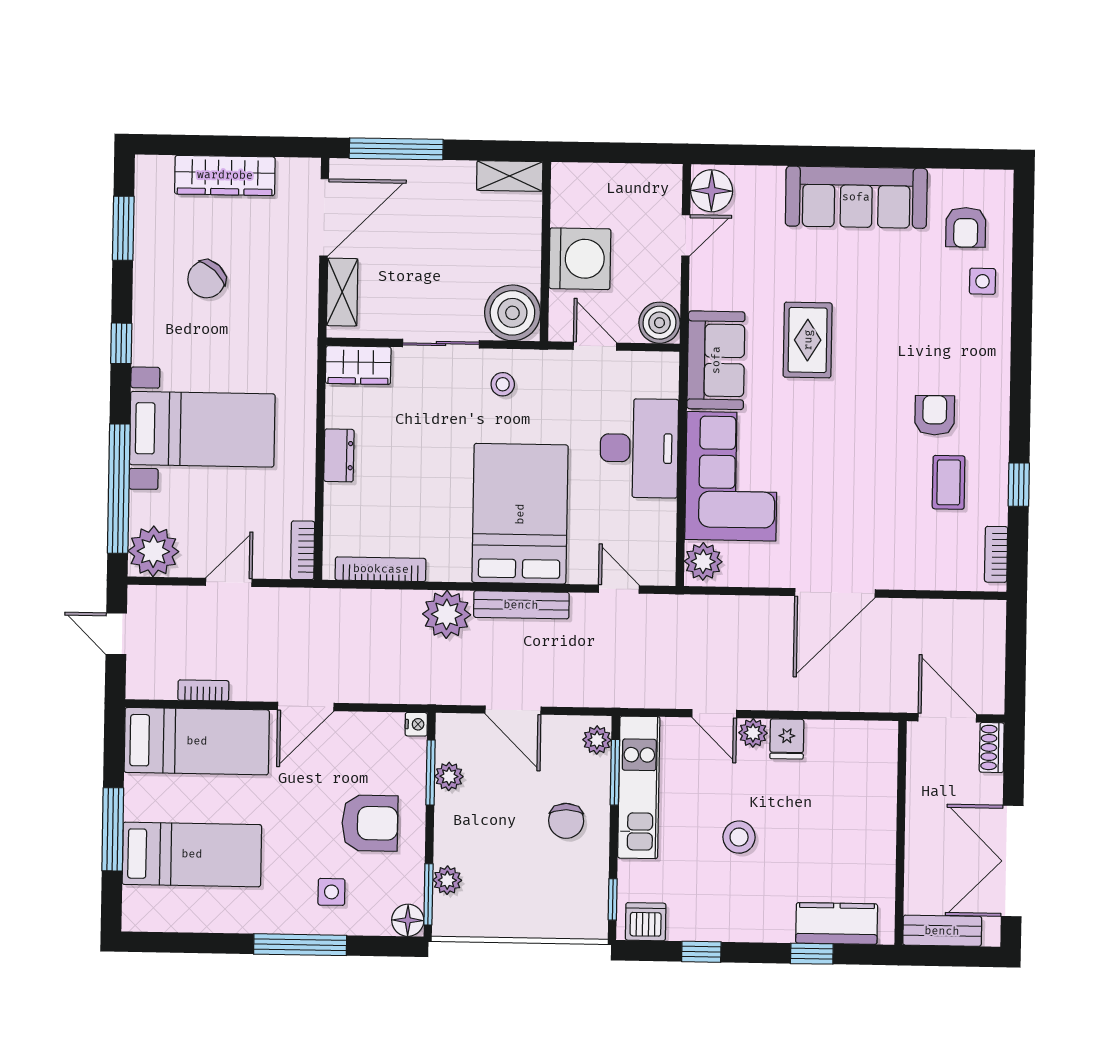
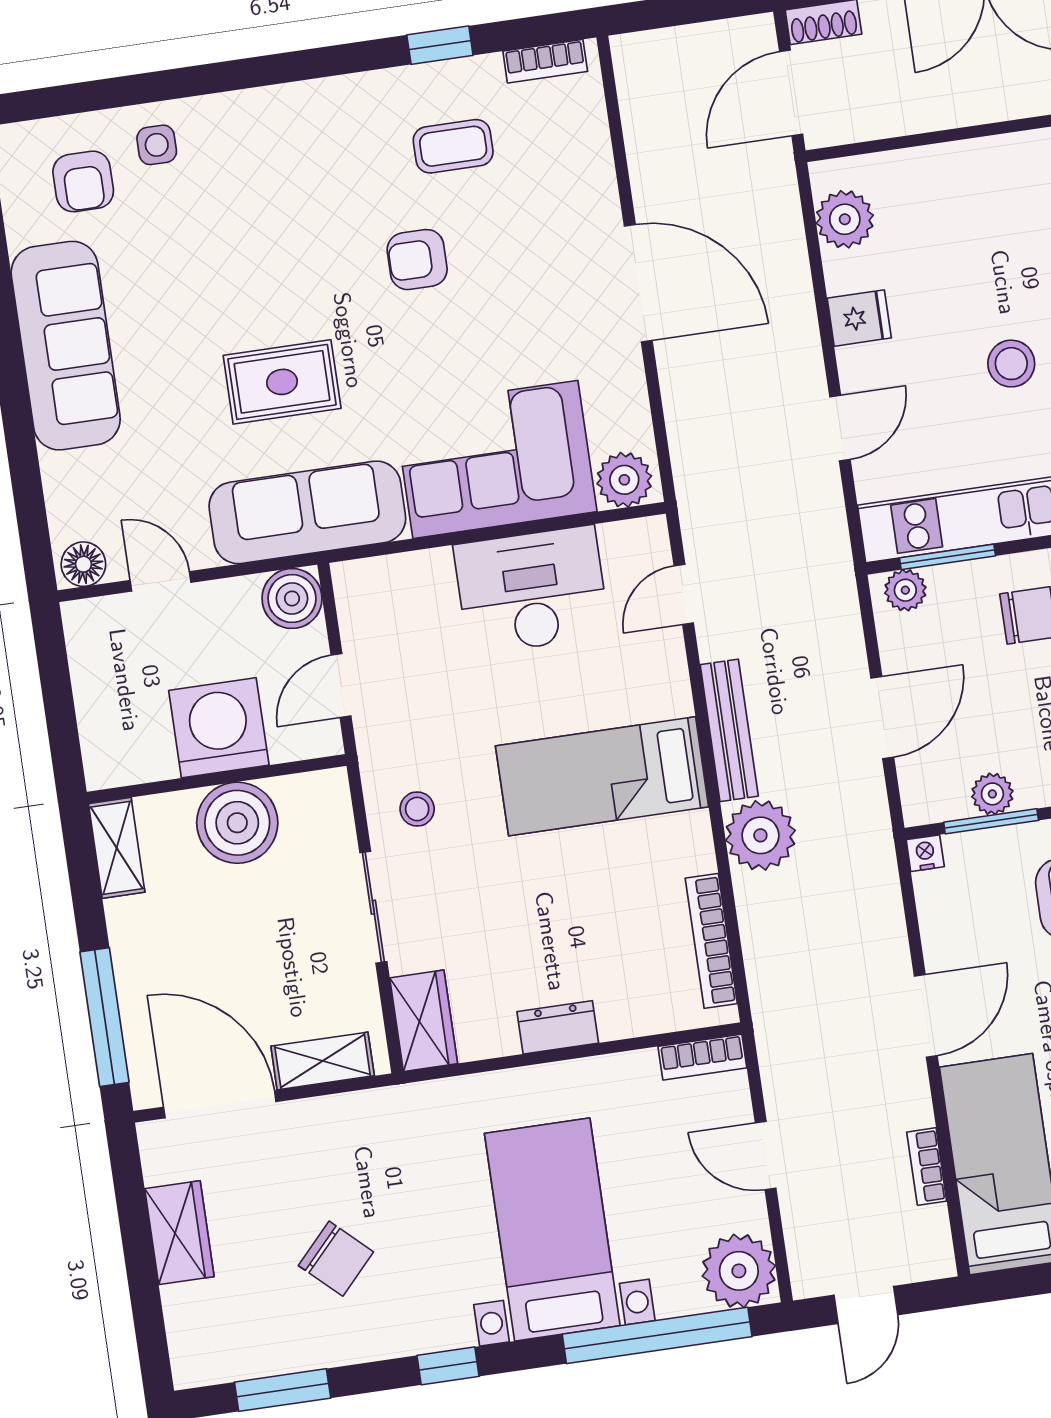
wardrobe: (225, 175) -> (179, 1233), width x0.67
floor lamp: (712, 191) -> (83, 564), width x0.73, depth x0.73
armchair: (966, 227) -> (83, 181), turned 90
boiler: (512, 313) -> (237, 823), moved
sofa: (716, 360) -> (307, 512), width x1.36
armchair: (935, 415) -> (417, 260), moved
desk: (639, 448) -> (532, 590), moved
bed: (520, 514) -> (602, 776), width x0.67
door: (306, 707) -> (926, 1016), hinge flipped
plant: (753, 733) -> (845, 219), moved, width x1.38, depth x1.38

